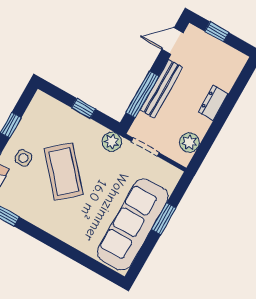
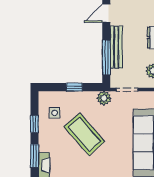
side table: (23, 158) -> (55, 113), moved

